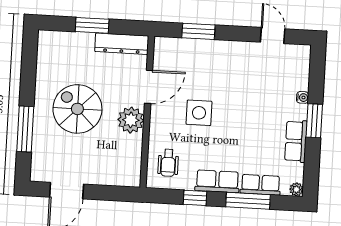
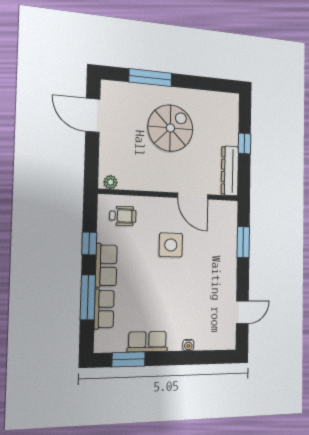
window: (92, 25) -> (244, 144), width x0.67
plant: (131, 120) -> (111, 182), moved, width x0.53, depth x0.53
window: (314, 121) -> (129, 359), moved
wheelchair: (168, 163) -> (123, 216), turned 180
plant: (296, 189) -> (100, 346), removed

